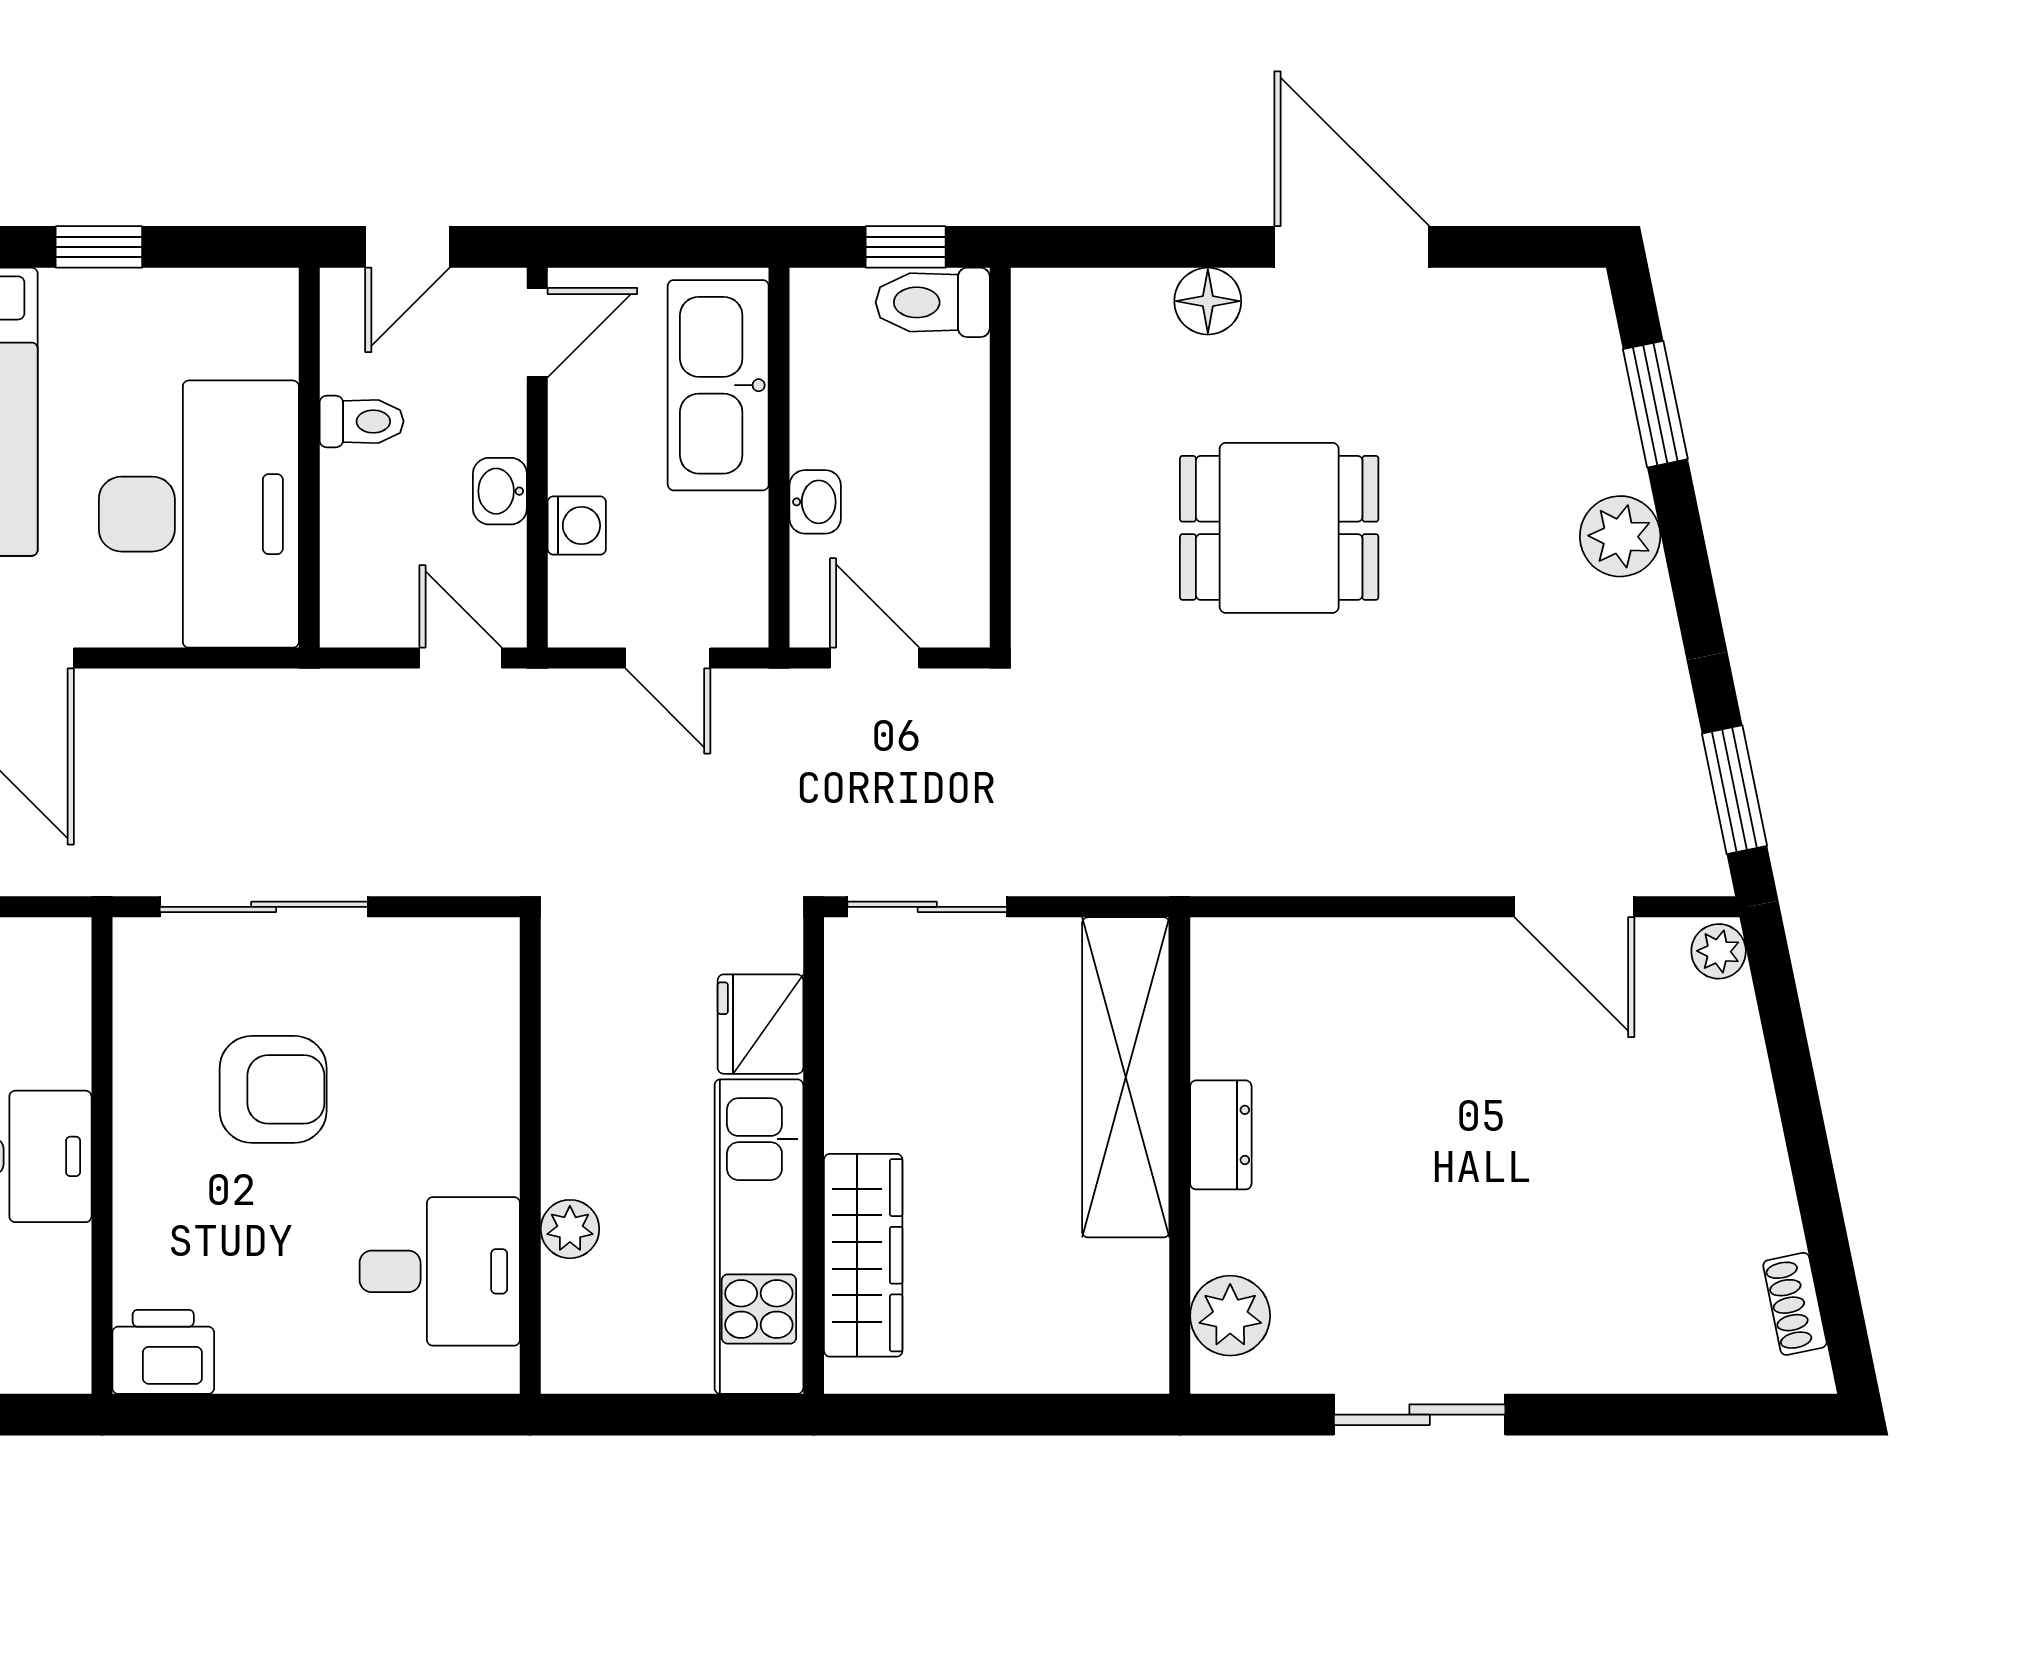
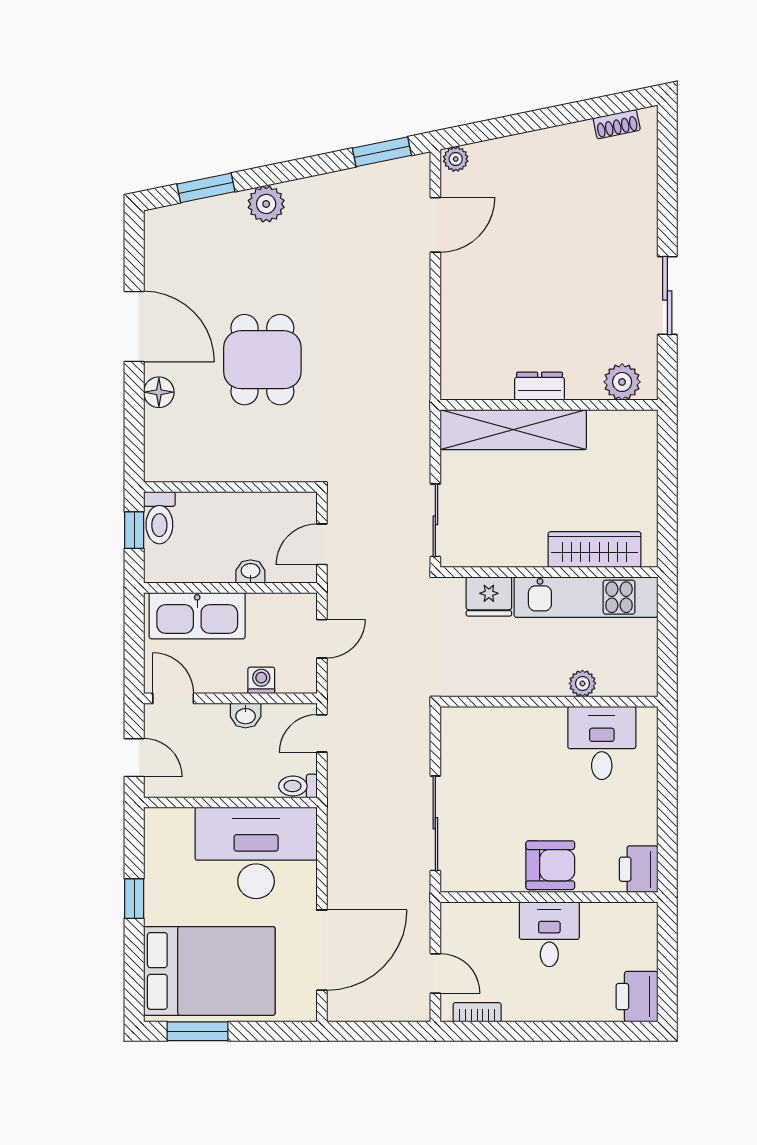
door: (1352, 247) -> (134, 326), swing flipped
toilet: (362, 421) -> (298, 786), moved, turned -90
armchair: (273, 1089) -> (550, 865), moved, turned 90

